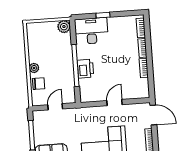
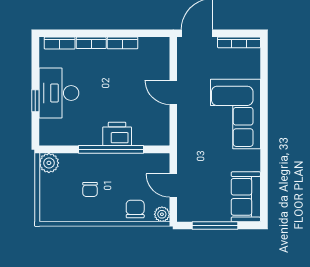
desk: (91, 31) -> (59, 93), moved
chair: (49, 54) -> (90, 189), added
plant: (34, 68) -> (162, 214), moved

